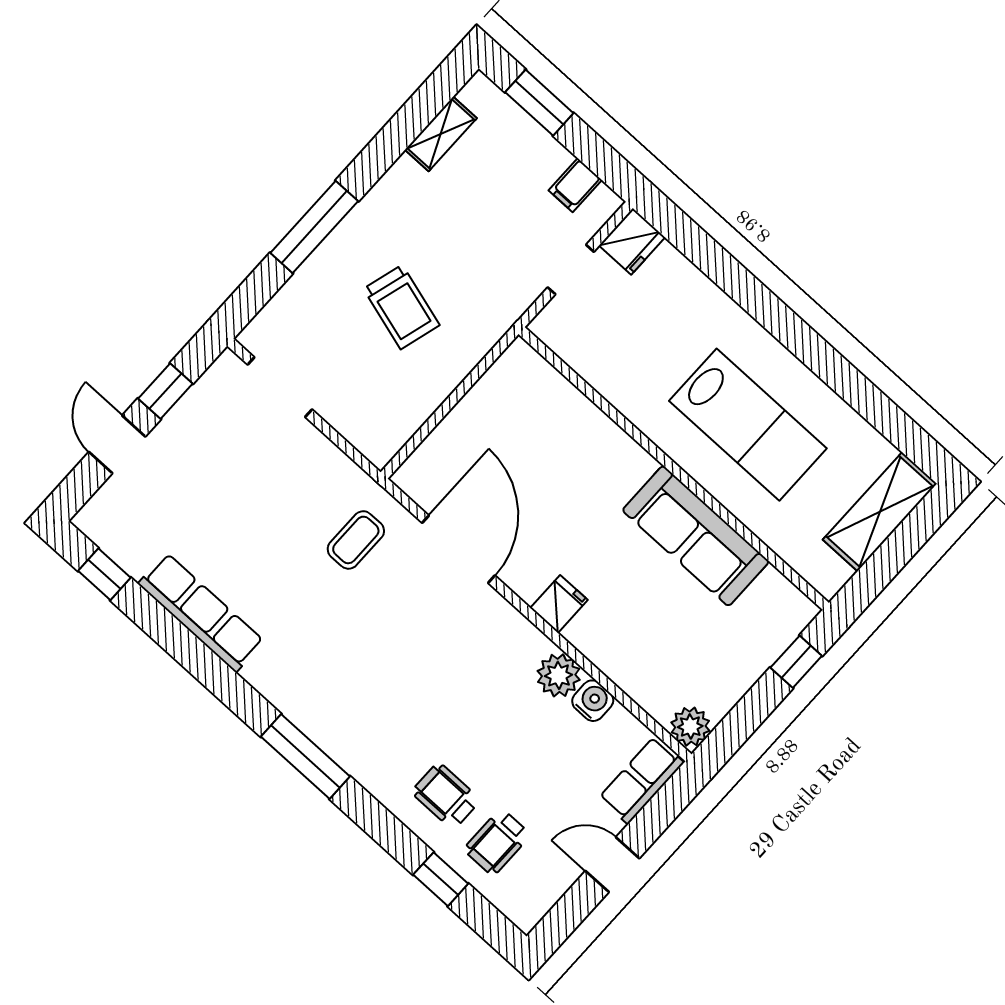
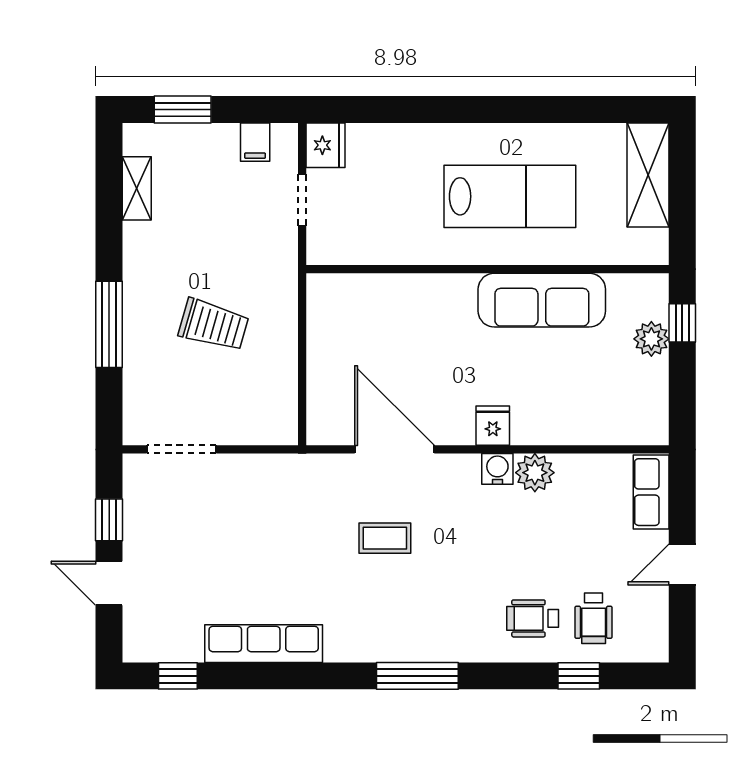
coffee table: (356, 540) -> (385, 538), moved, turned 90
water cooler: (593, 701) -> (497, 469), moved
plant: (690, 727) -> (651, 339), moved

